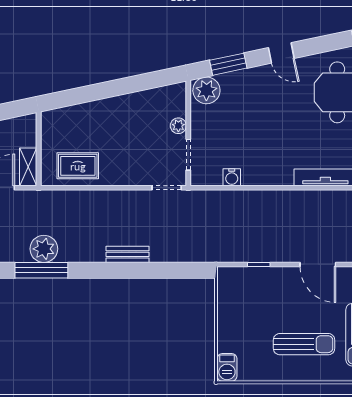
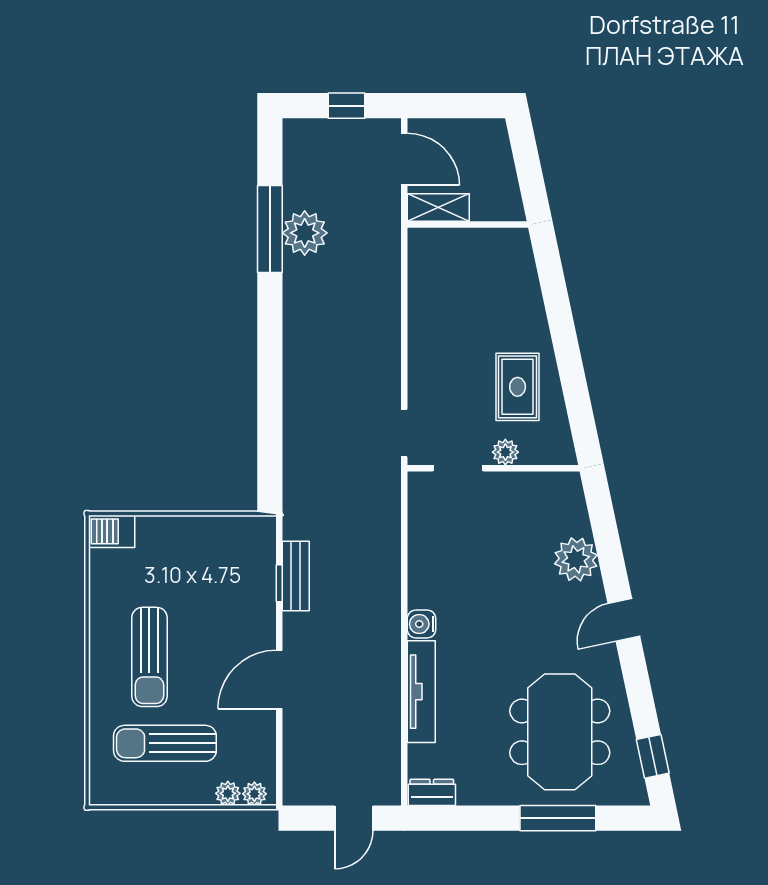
window: (228, 64) -> (606, 533), removed
plant: (206, 90) -> (576, 559), moved
rug: (78, 166) -> (518, 387), moved
water cooler: (232, 177) -> (421, 624), moved
bench: (127, 254) -> (296, 576), moved

